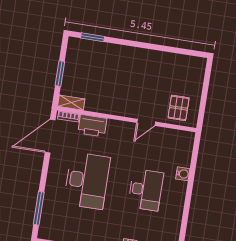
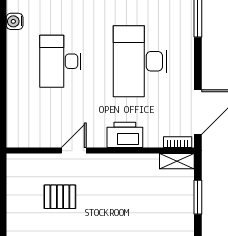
pallet: (179, 108) -> (60, 197), moved, turned 90
printer: (92, 126) -> (125, 135), moved
water cooler: (183, 174) -> (15, 21), moved

